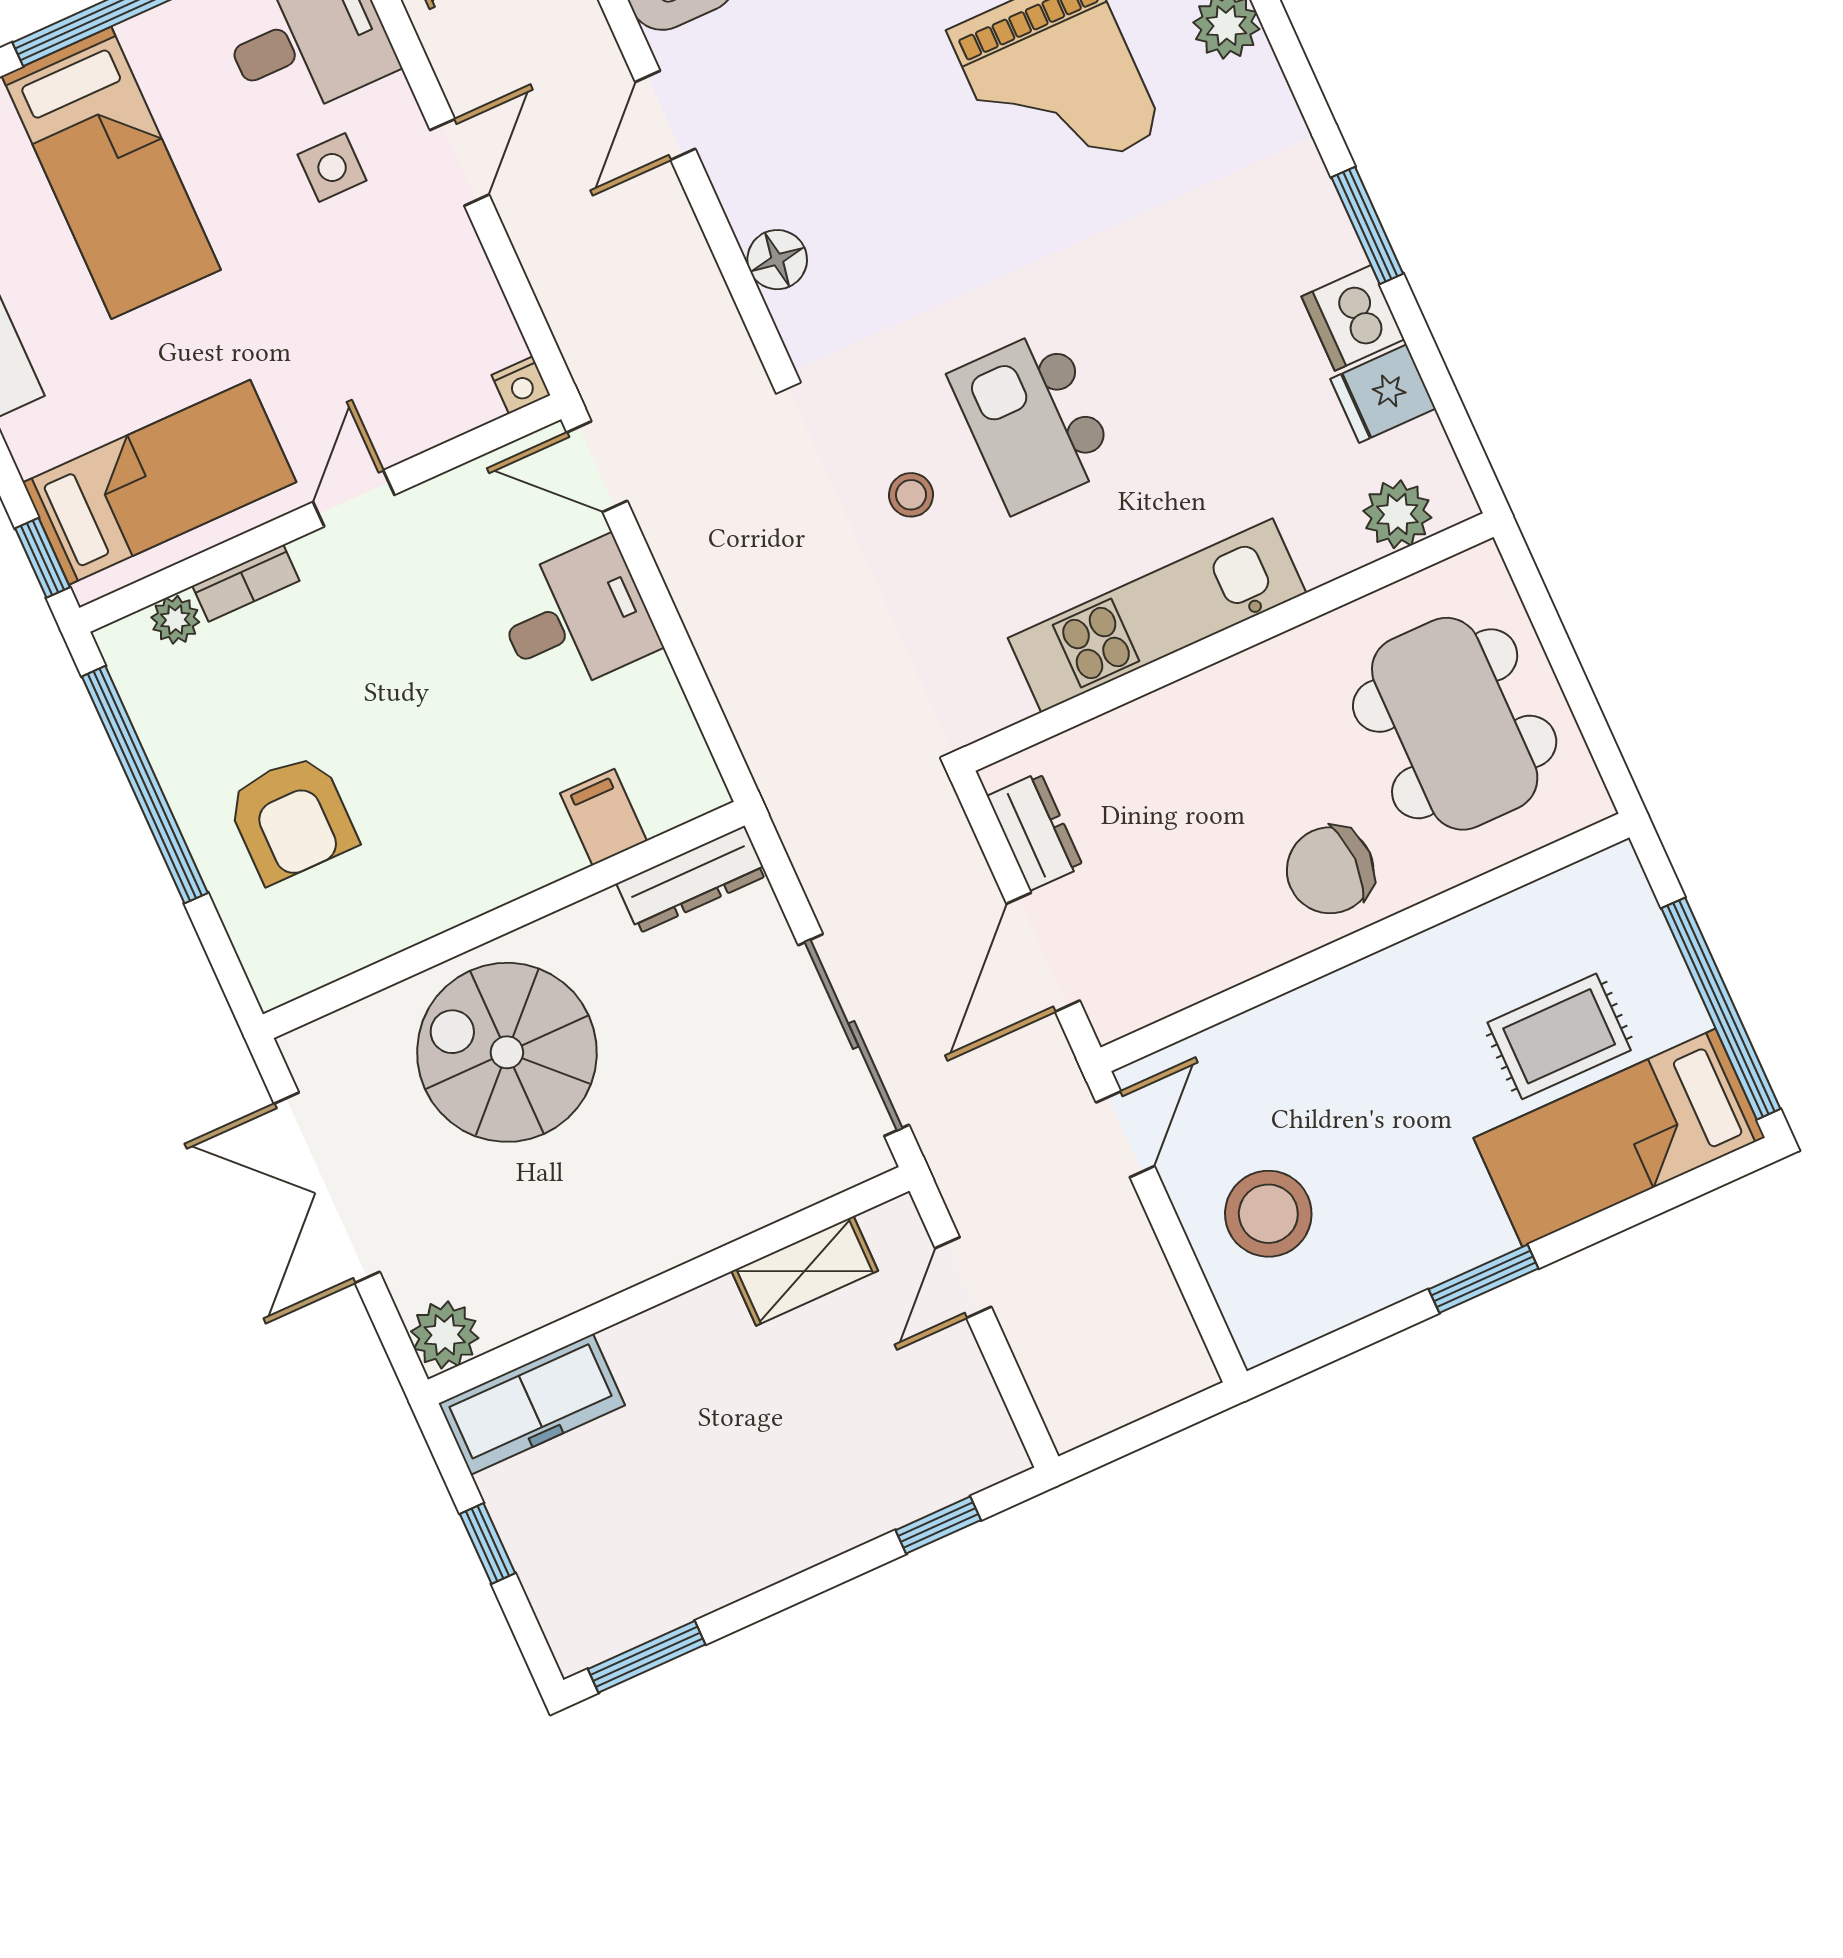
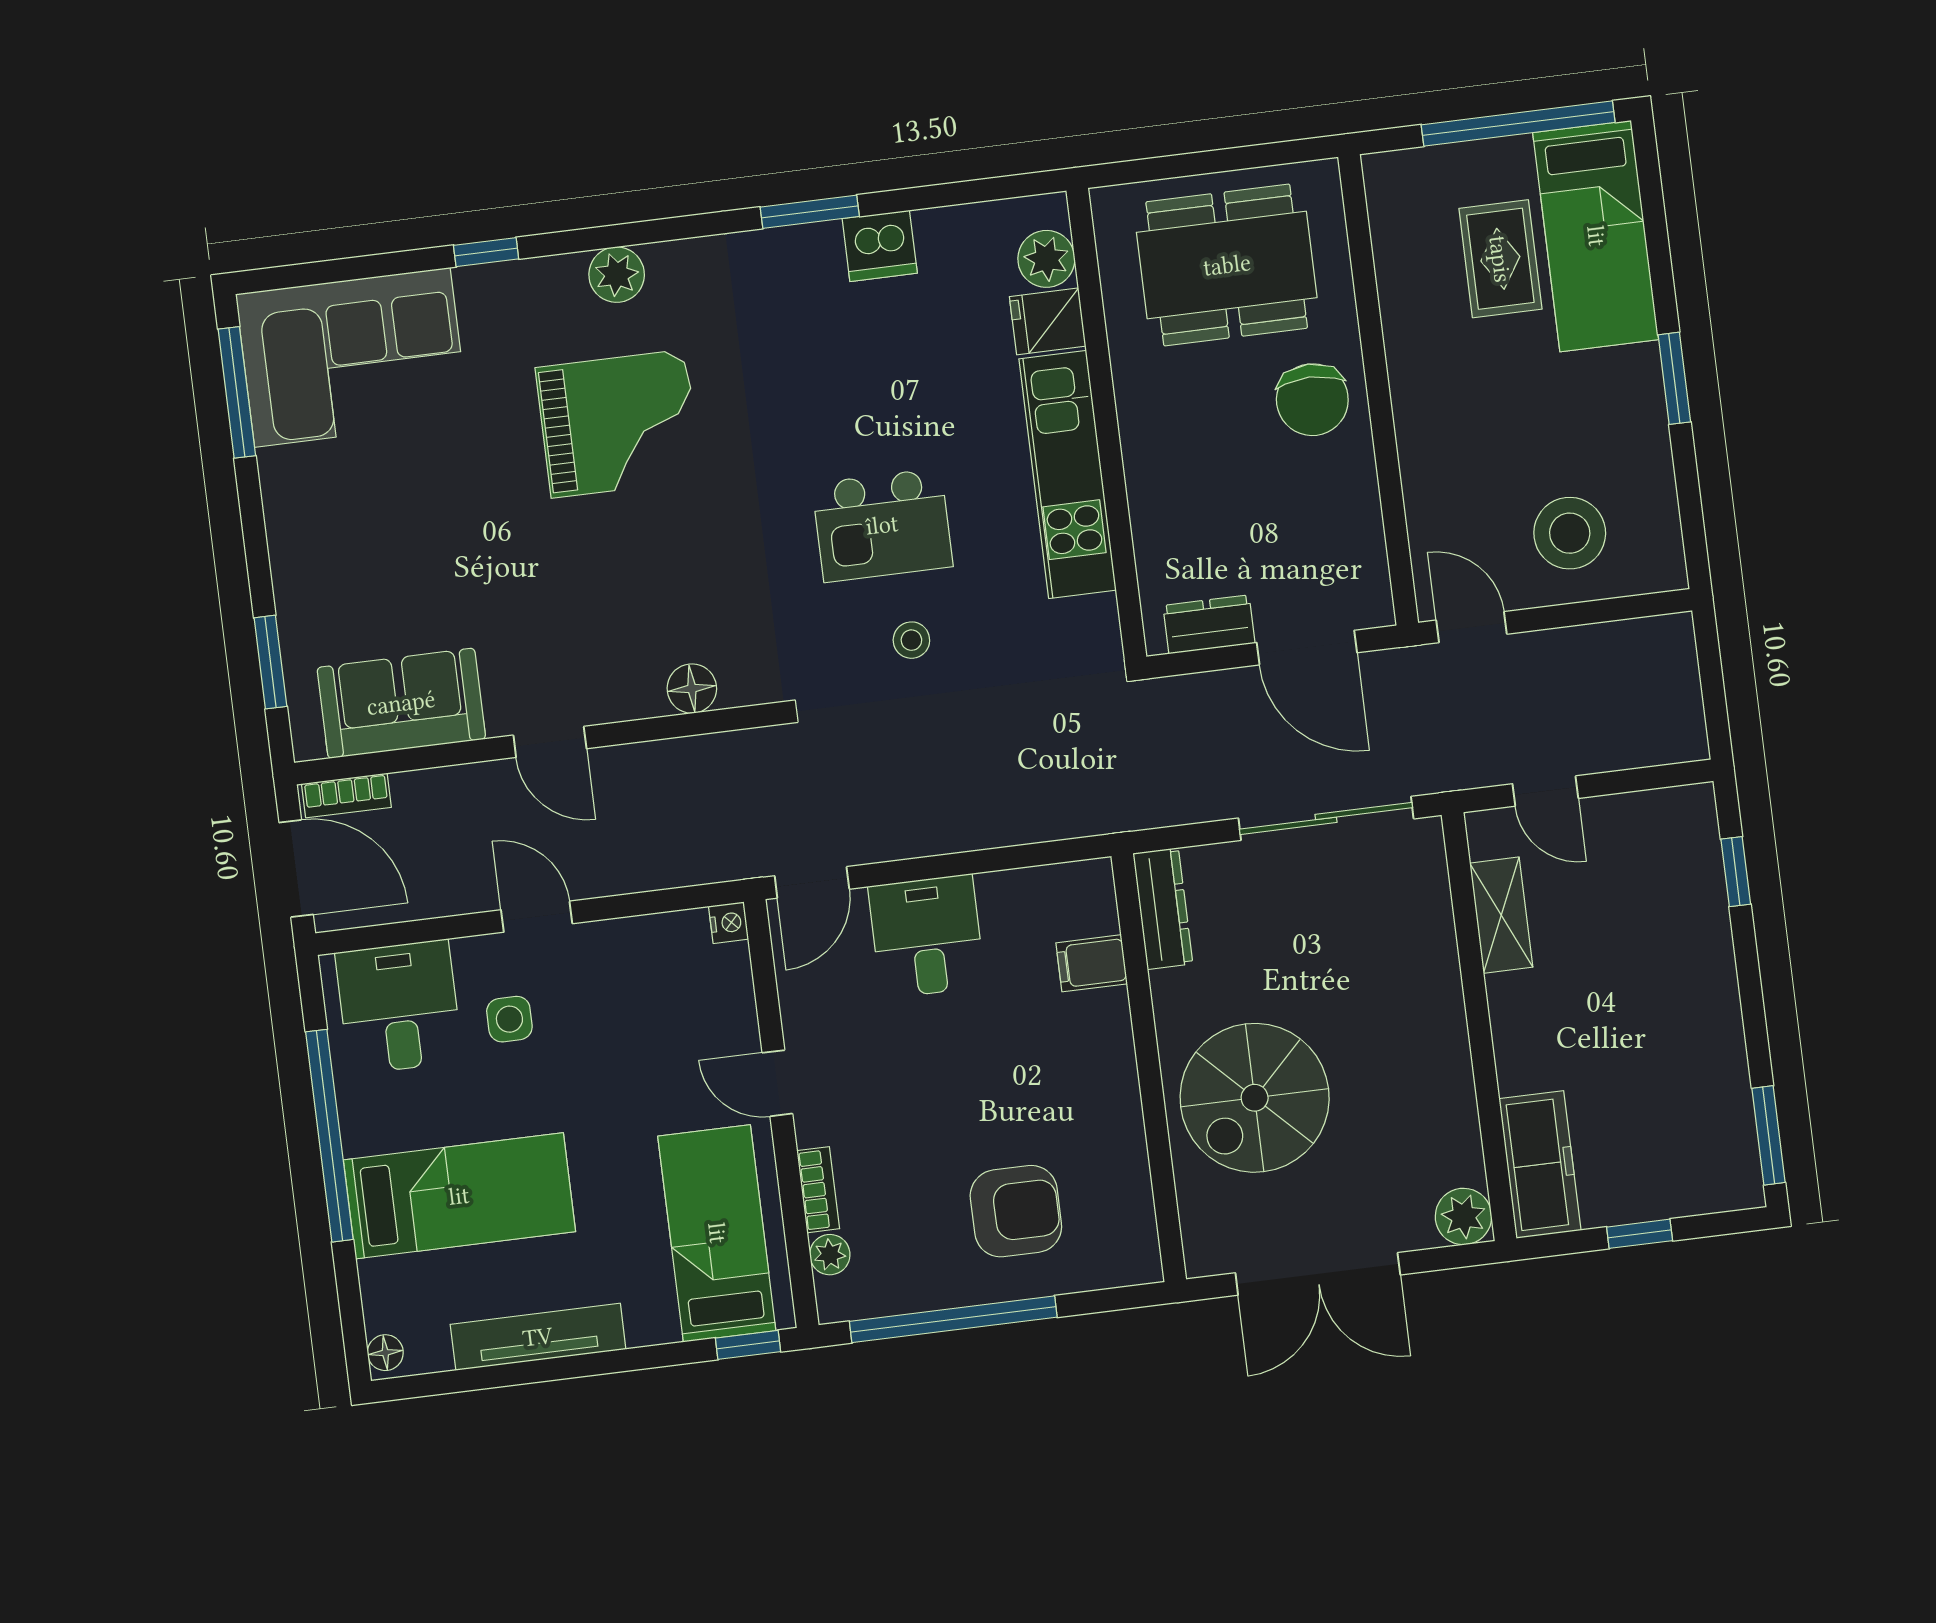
fridge: (1383, 394) -> (1048, 321), moved, turned 90

